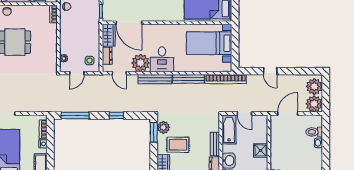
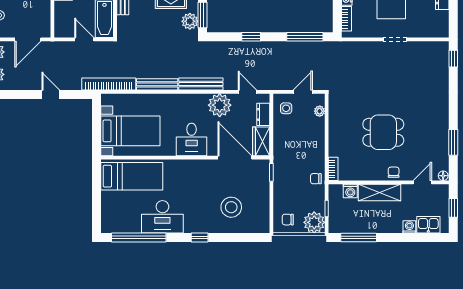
desk: (162, 59) -> (192, 139), moved, turned 180

